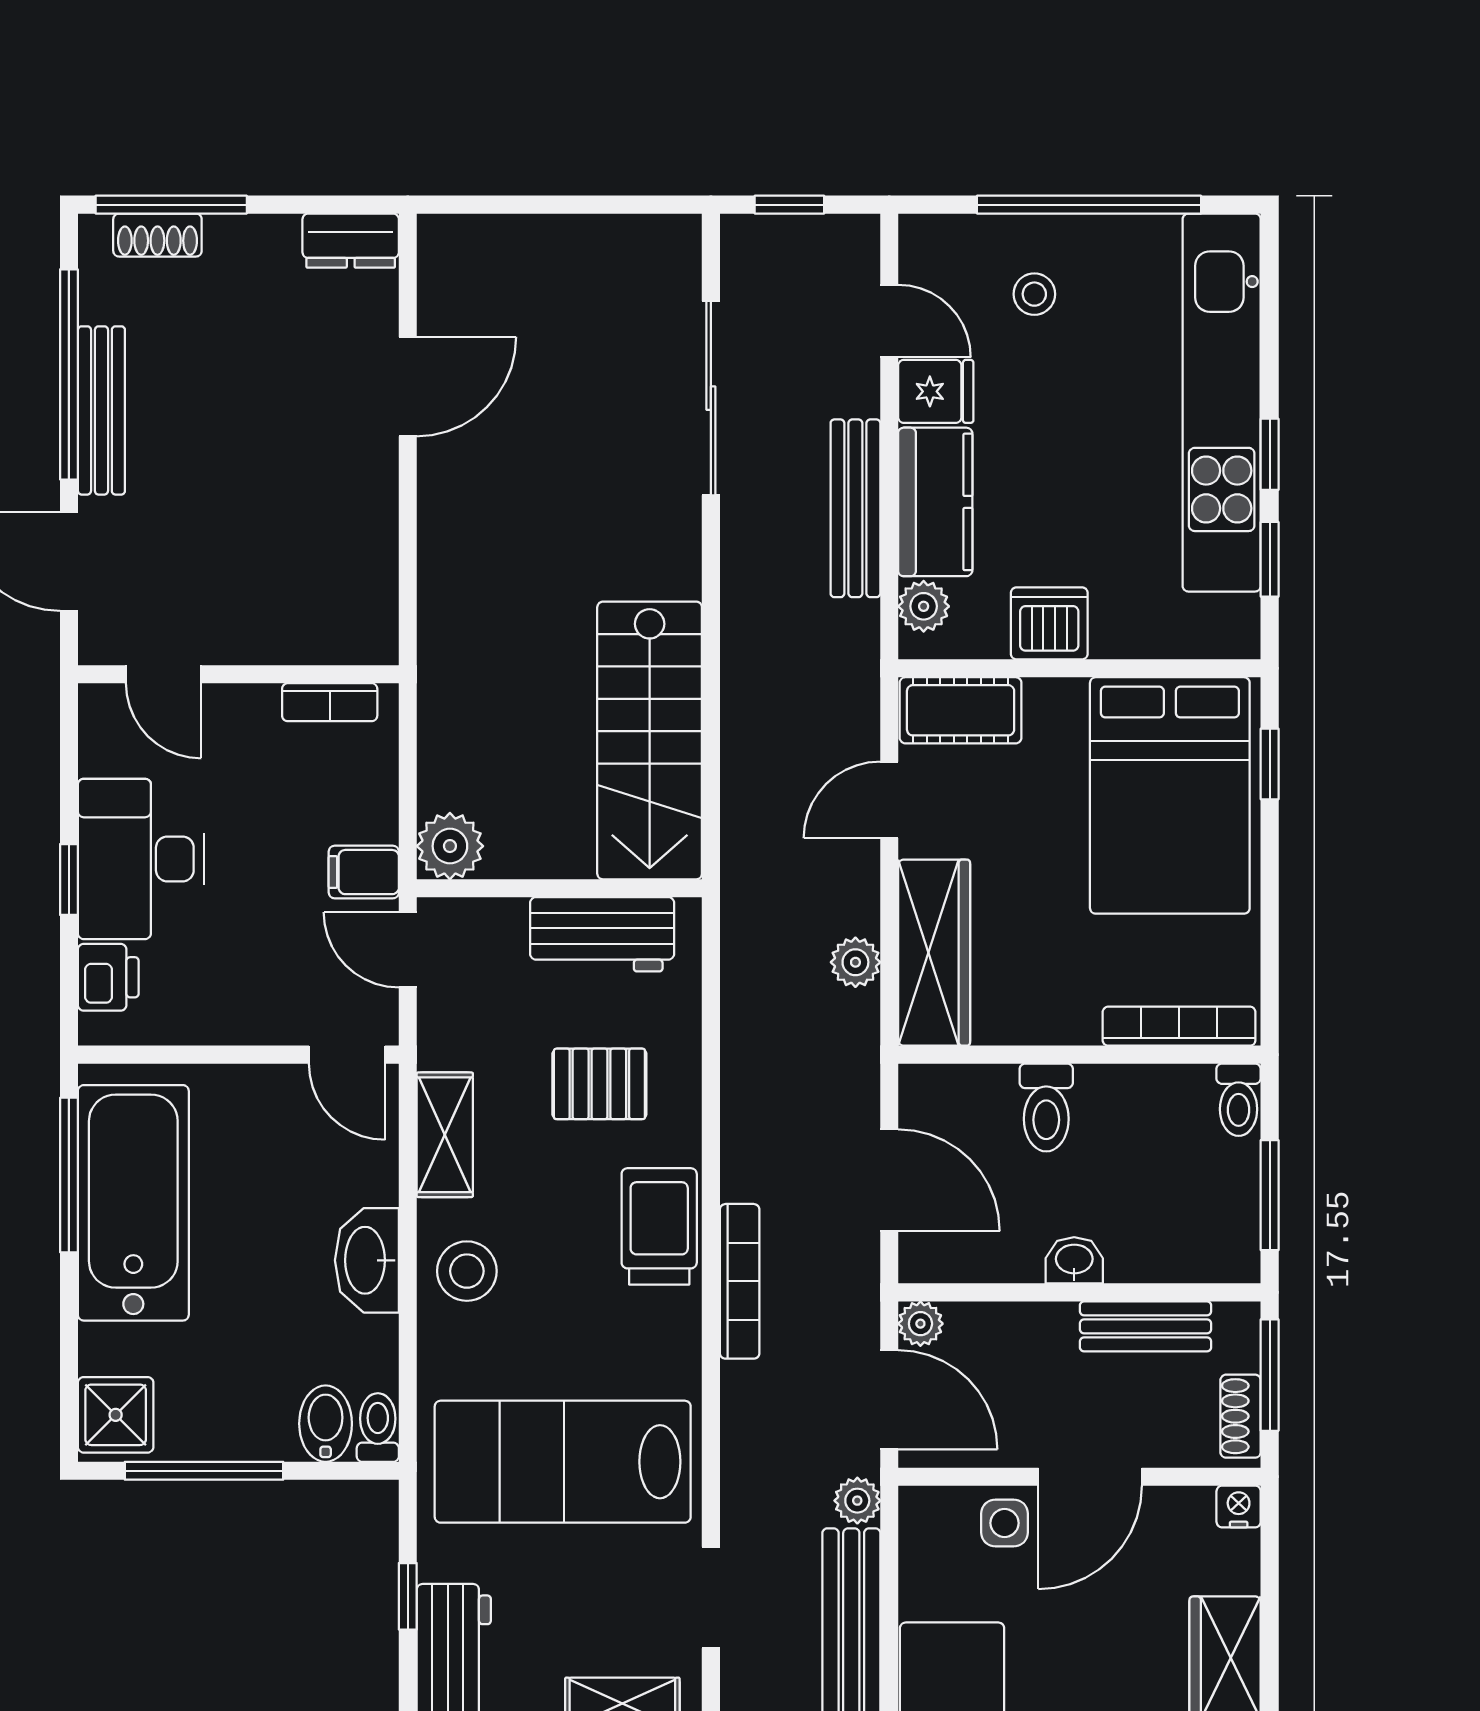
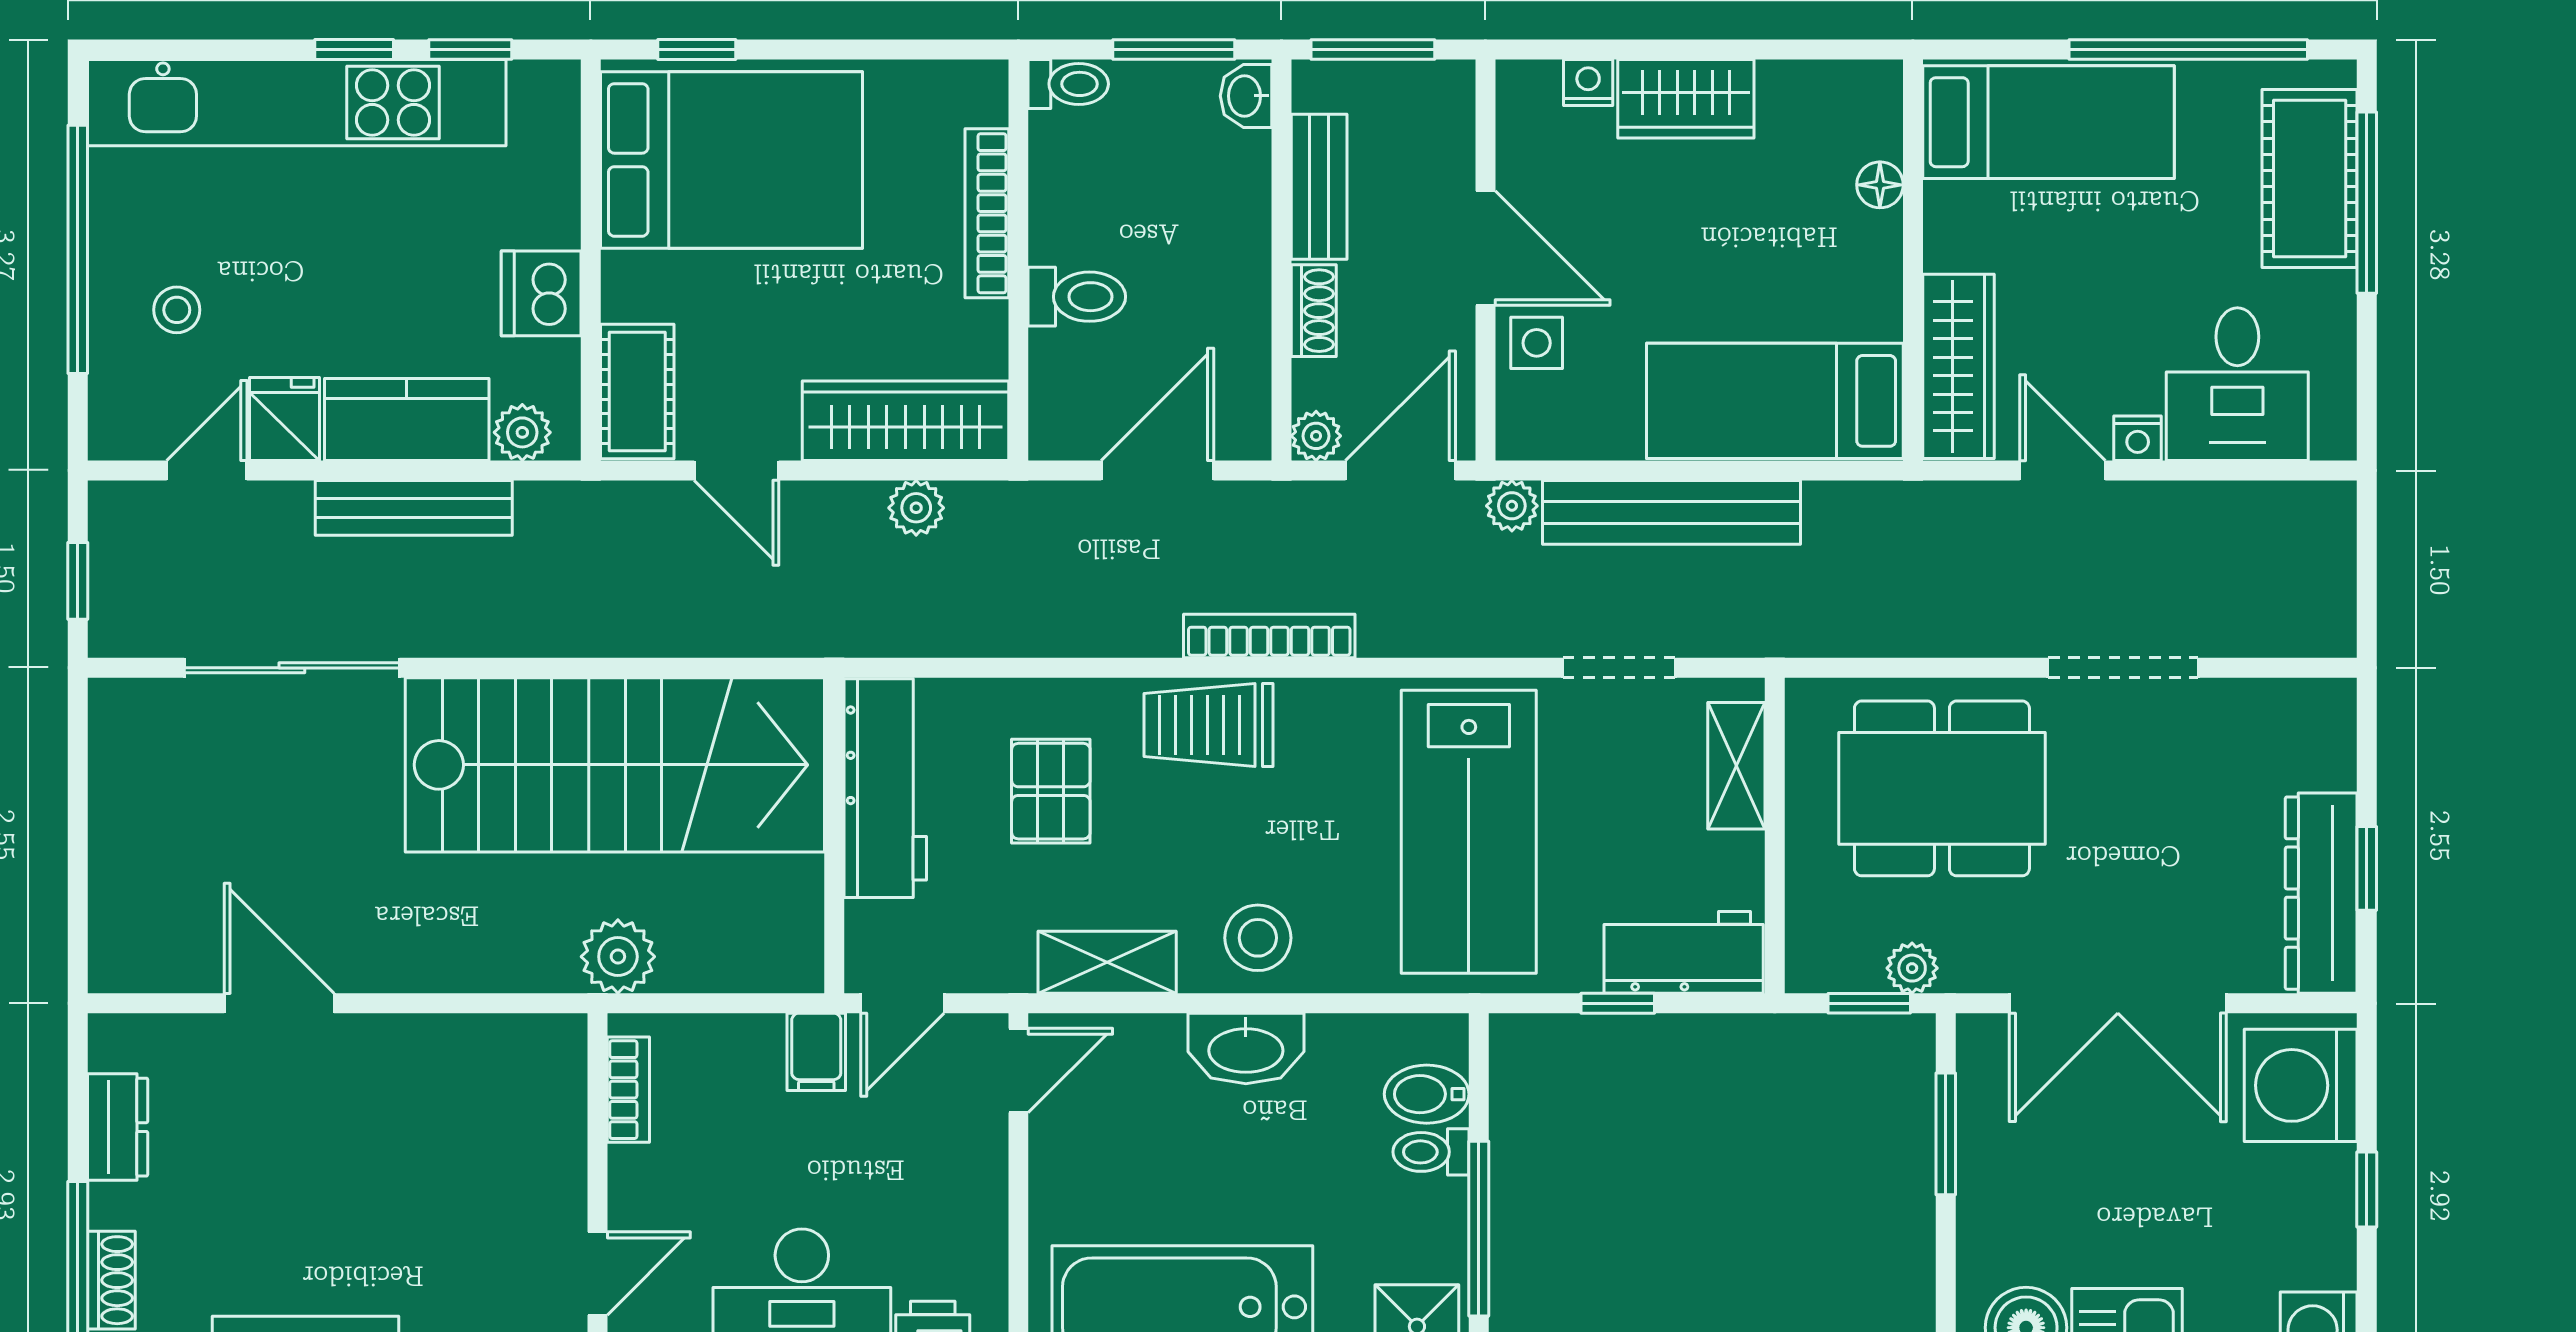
dresser: (351, 241) -> (118, 1127), moved
stairs: (650, 740) -> (615, 765), width x1.36, depth x1.51
plant: (450, 846) -> (618, 957), moved
workbench: (602, 934) -> (885, 788), width x1.37
bookcase: (1179, 1026) -> (987, 213), moved
washbasin: (1074, 1260) -> (1246, 96), moved
shoe rack: (1241, 1416) -> (1314, 311), moved, turned -90
toilet: (378, 1428) -> (1431, 1152), moved
nightstand: (1239, 1507) -> (1588, 82), moved, turned 90

